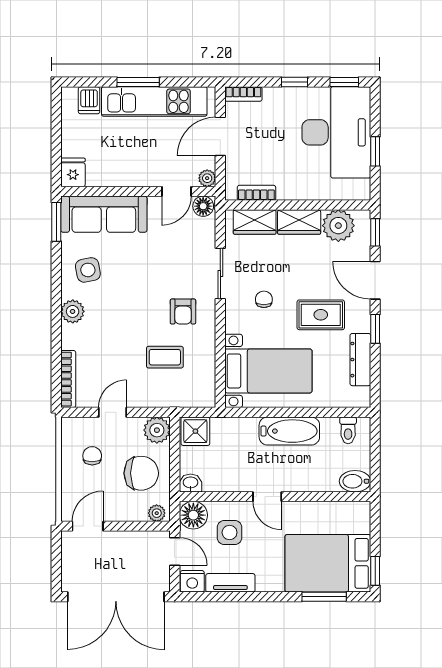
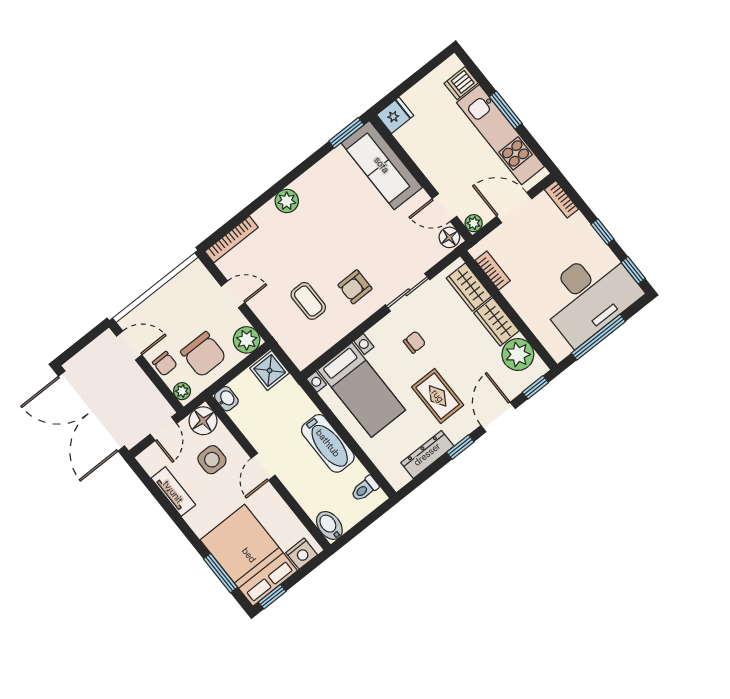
window: (375, 151) -> (598, 337), width x2.17
side table: (88, 270) -> (328, 187), removed
chair: (92, 456) -> (165, 364), moved, turned 90
nightstand: (192, 581) -> (302, 554), moved, turned -90

